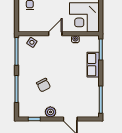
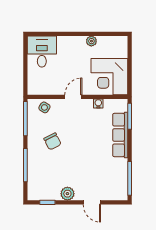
row of seats: (93, 65) -> (120, 135), width x1.48
chair: (43, 85) -> (52, 141), moved

